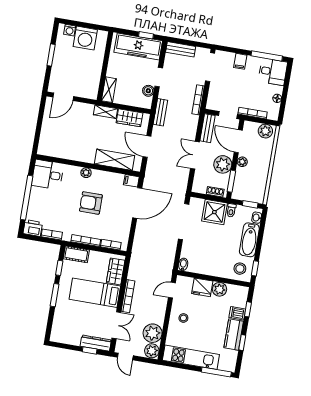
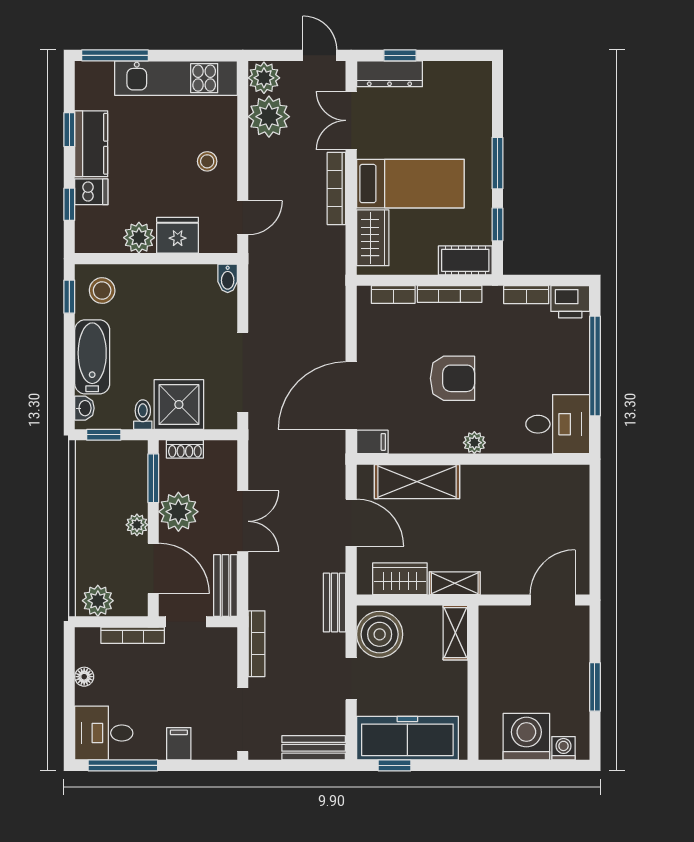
boiler: (148, 91) -> (380, 634), width x1.86, depth x1.86

